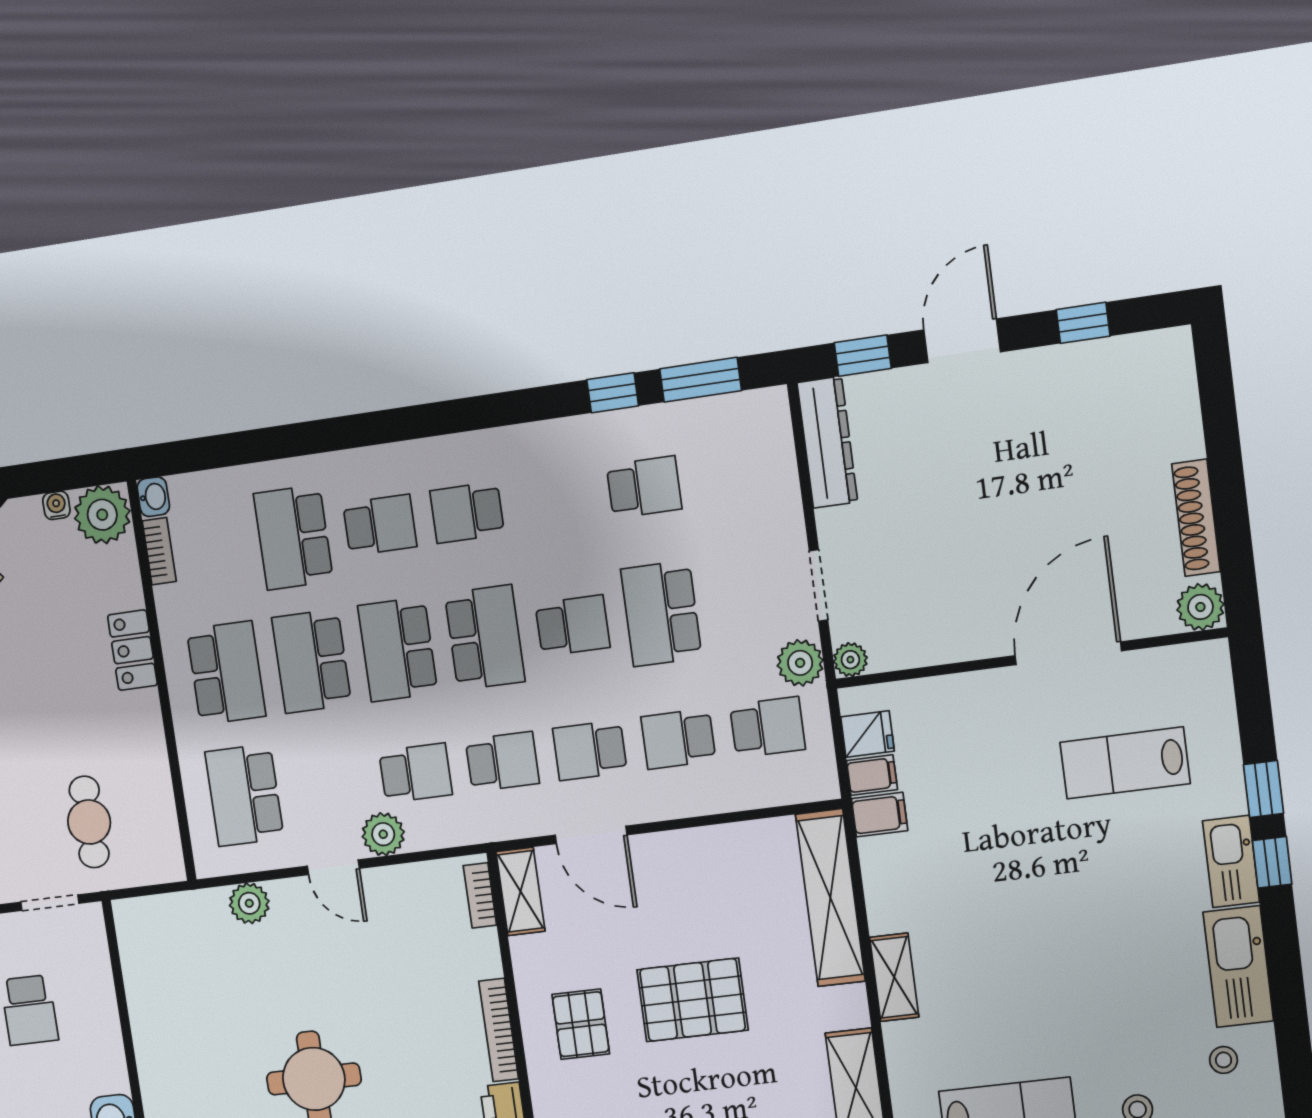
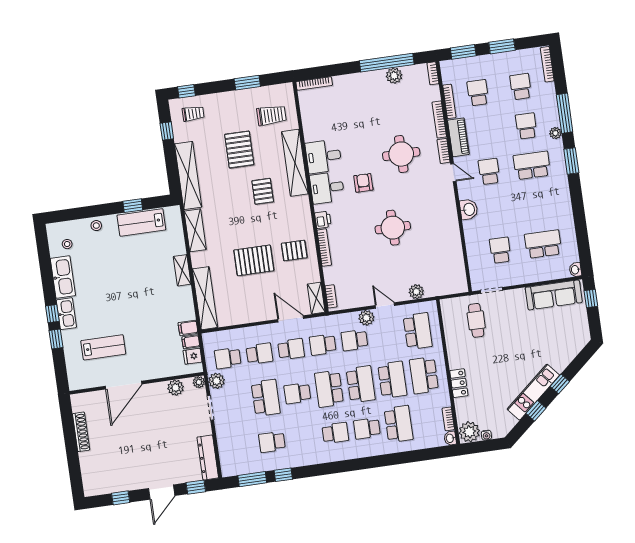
plant: (1200, 607) -> (176, 388), moved
pallet: (581, 1024) -> (294, 251), turned 90

